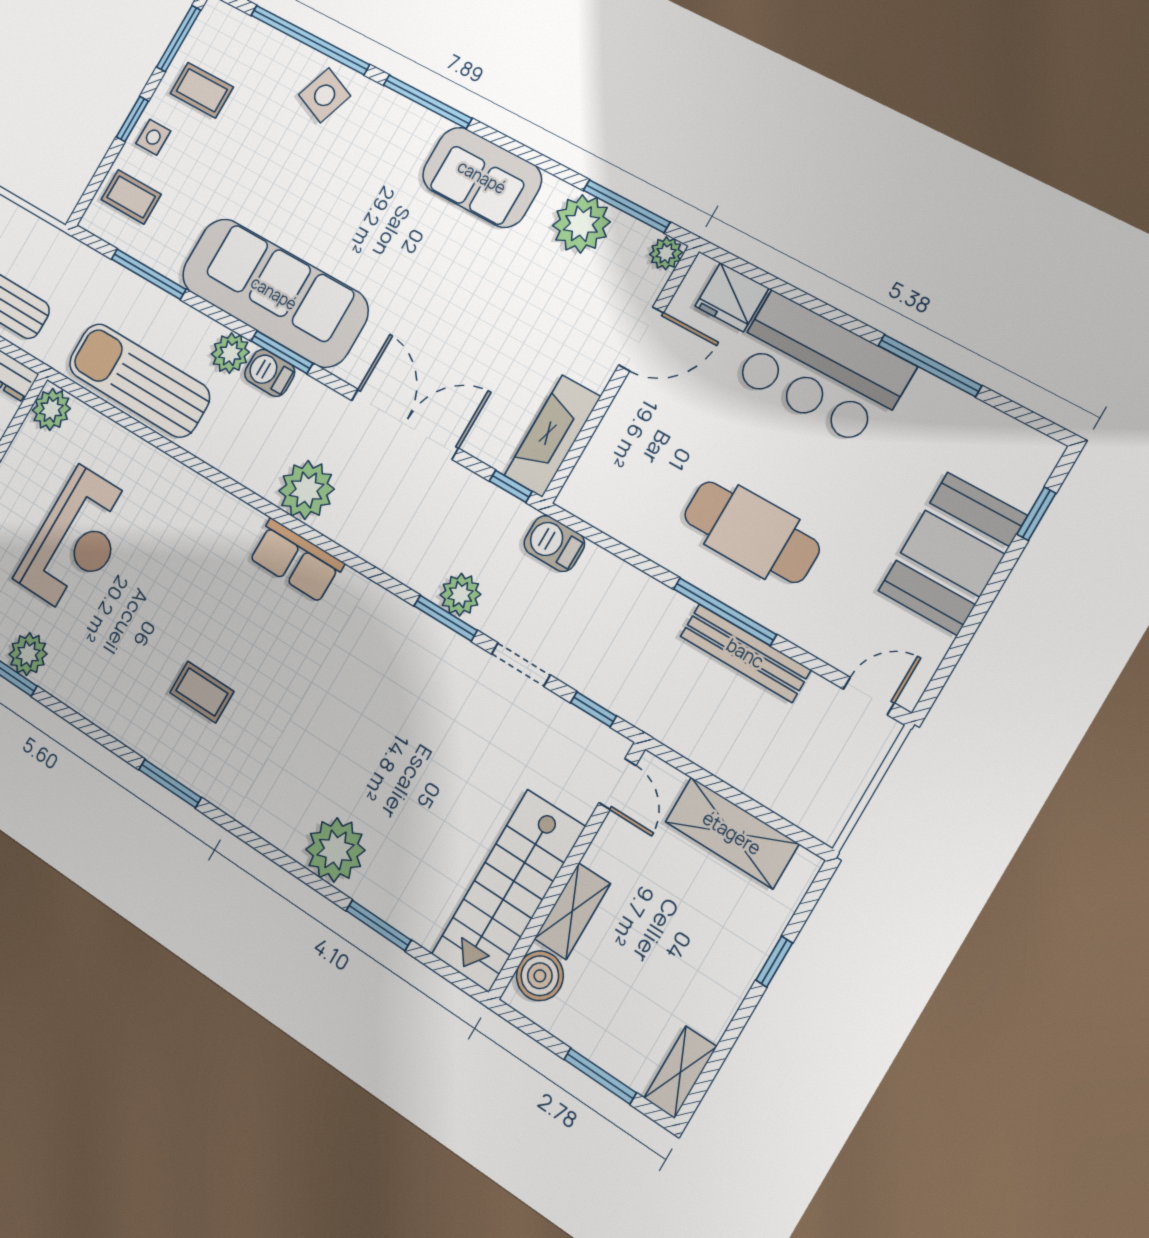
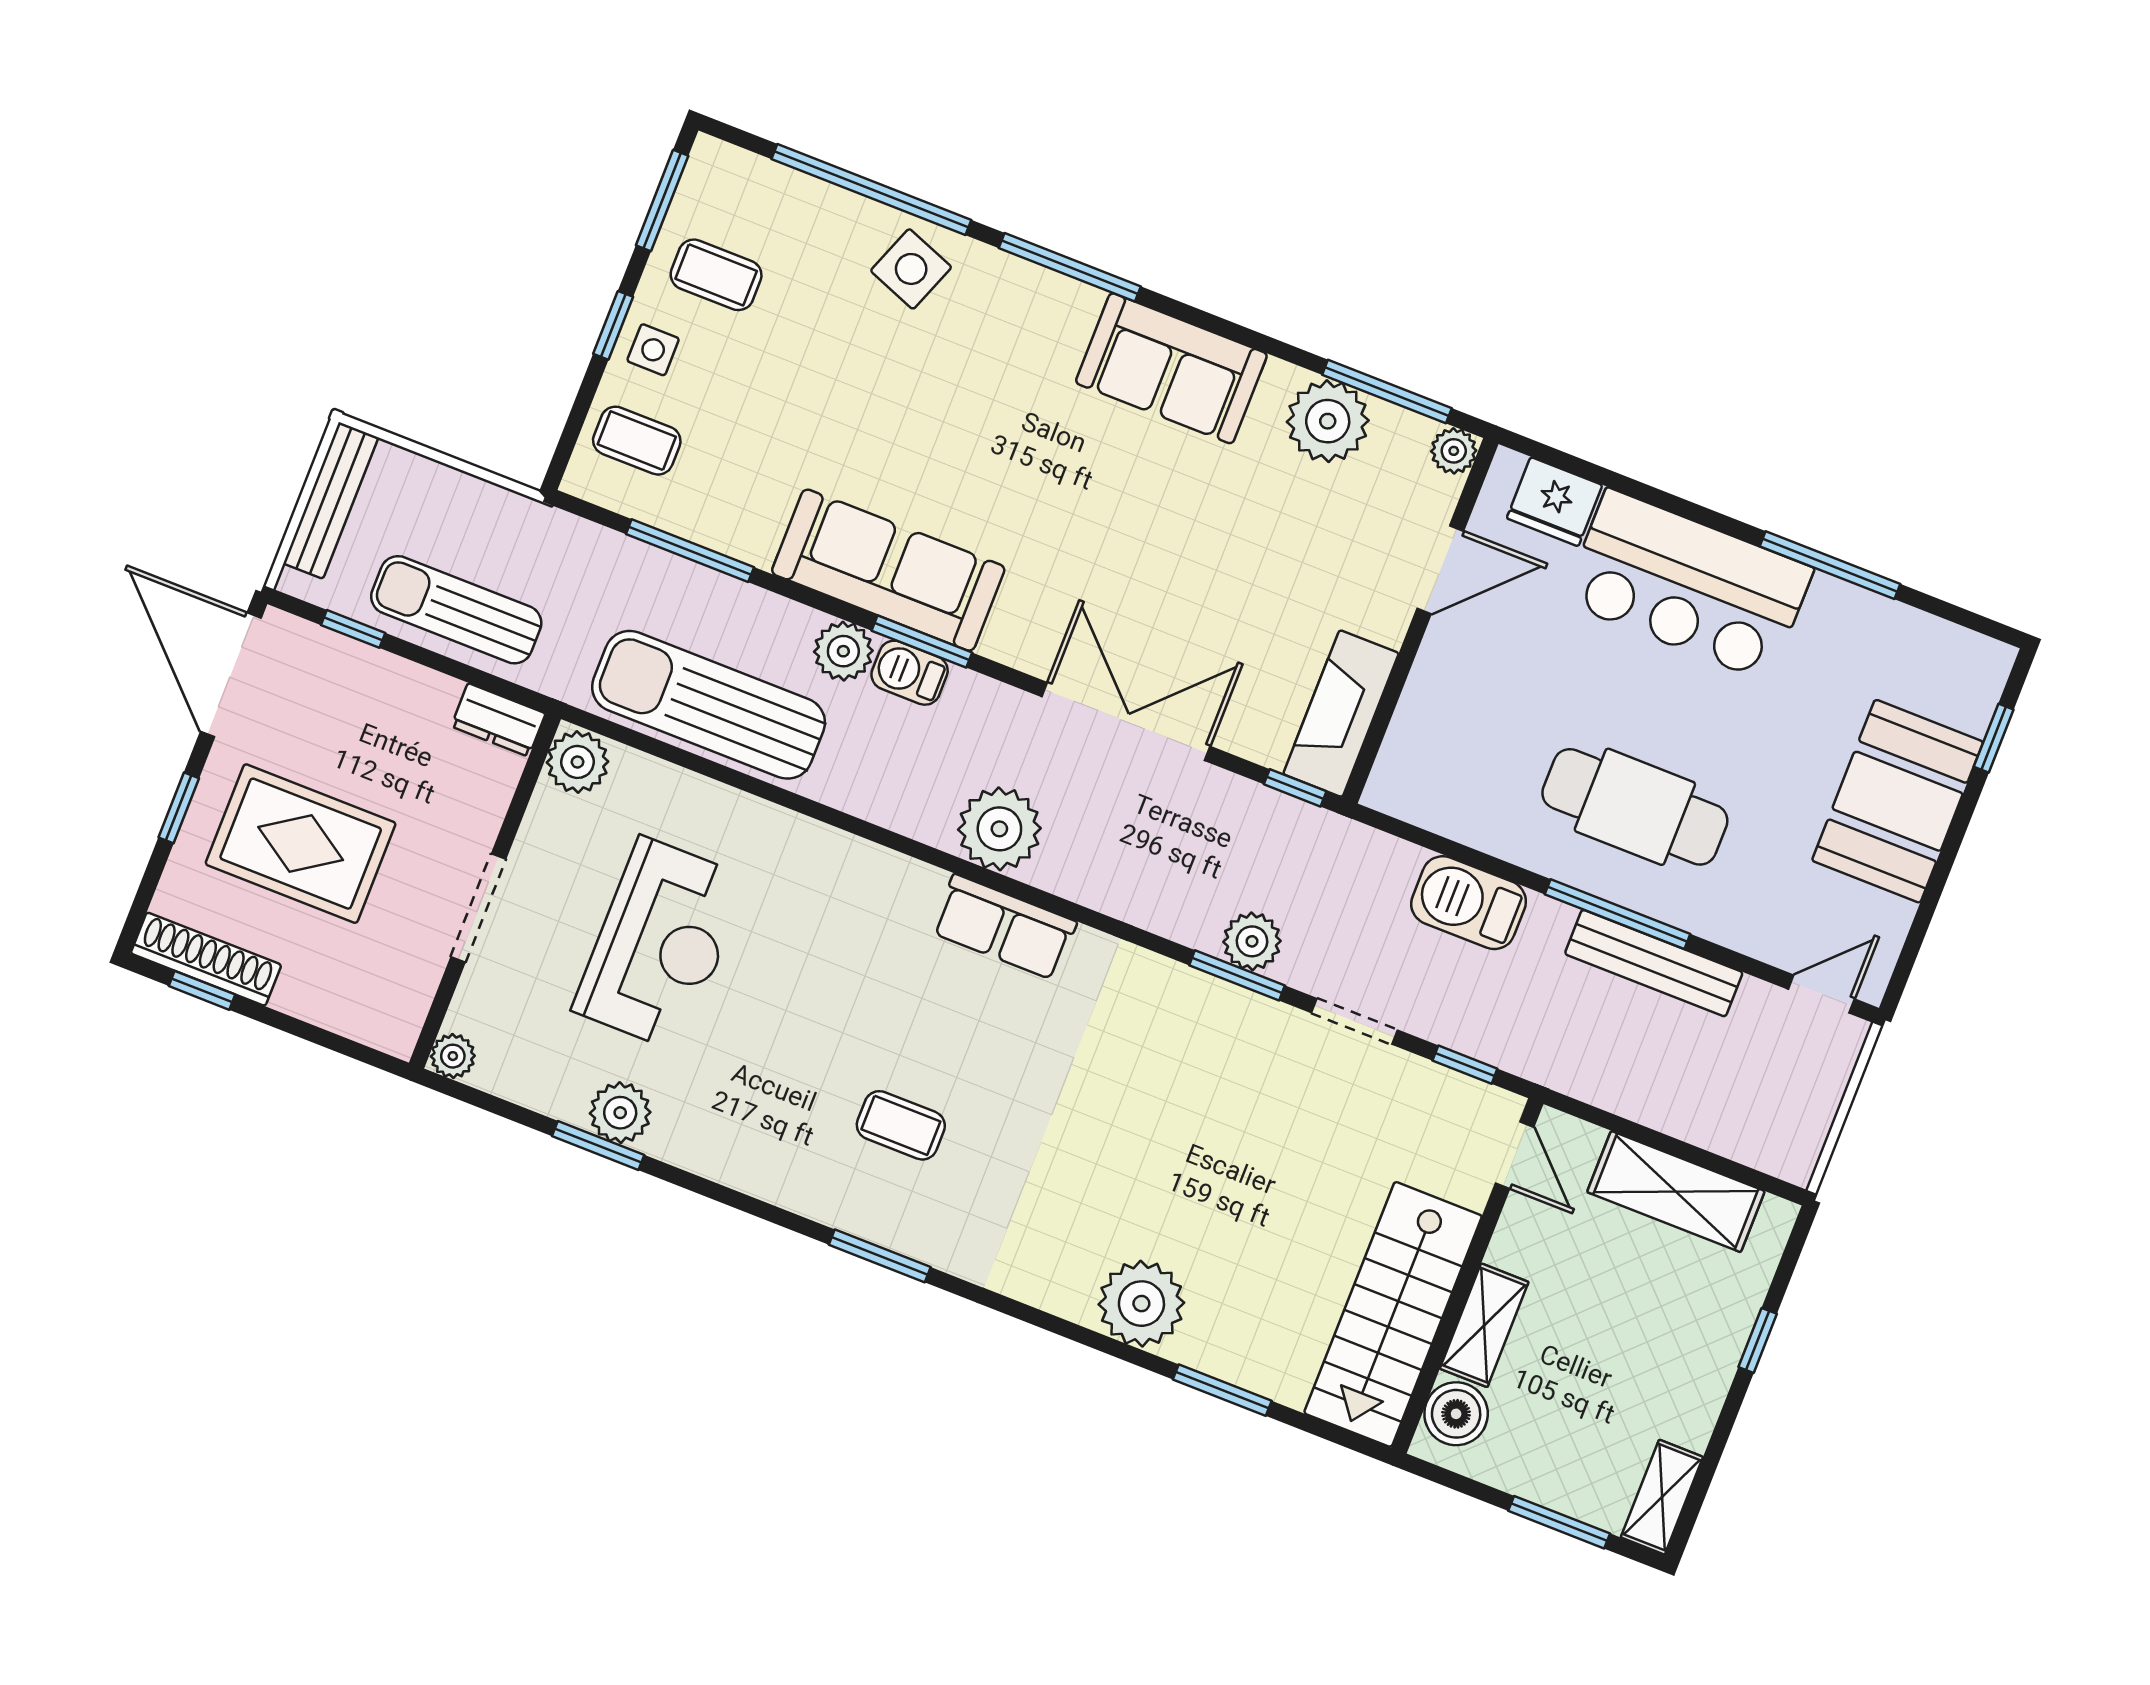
sofa: (274, 293) -> (888, 570), width x0.74, depth x0.79
barbecue: (554, 543) -> (1469, 903), moved, width x1.38, depth x1.27

